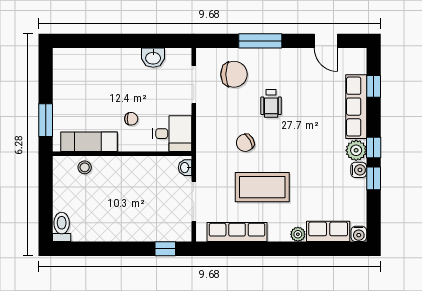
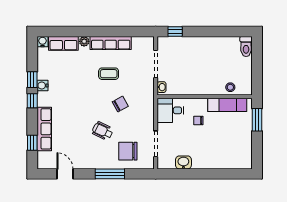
wheelchair: (271, 103) -> (103, 131), turned -64
plant: (356, 150) -> (44, 99), removed
coffee table: (262, 187) -> (109, 74), width x0.54, depth x0.58
row of seats: (237, 232) -> (111, 43), moved

